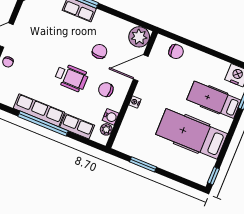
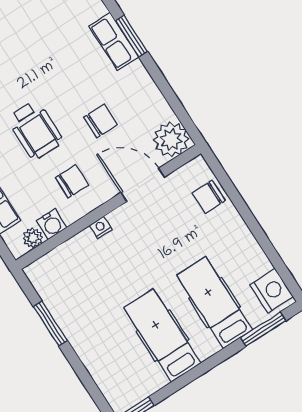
chair: (176, 52) -> (209, 197), turned 90
chair: (106, 90) -> (72, 181), turned 90
hospital bed: (192, 134) -> (162, 335), width x0.73, depth x0.78

